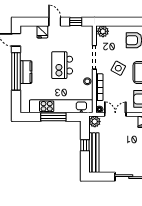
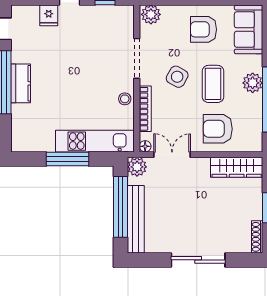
kitchen island: (62, 65) -> (82, 72), removed
kitchen unit: (61, 106) -> (95, 141), width x0.73
window: (85, 145) -> (121, 207), width x3.17

